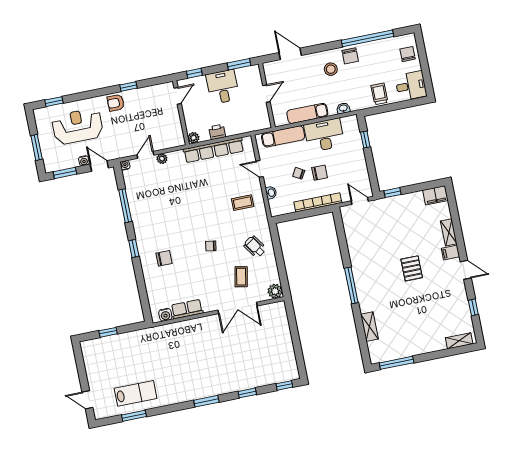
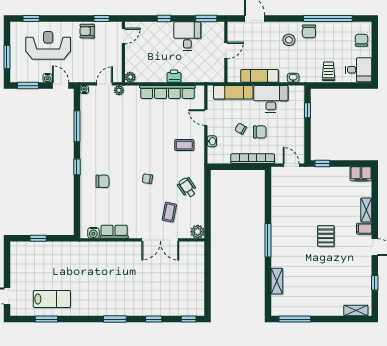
door: (178, 96) -> (123, 36), moved
wall: (181, 113) -> (123, 52), moved
plant: (194, 138) -> (130, 77), moved

